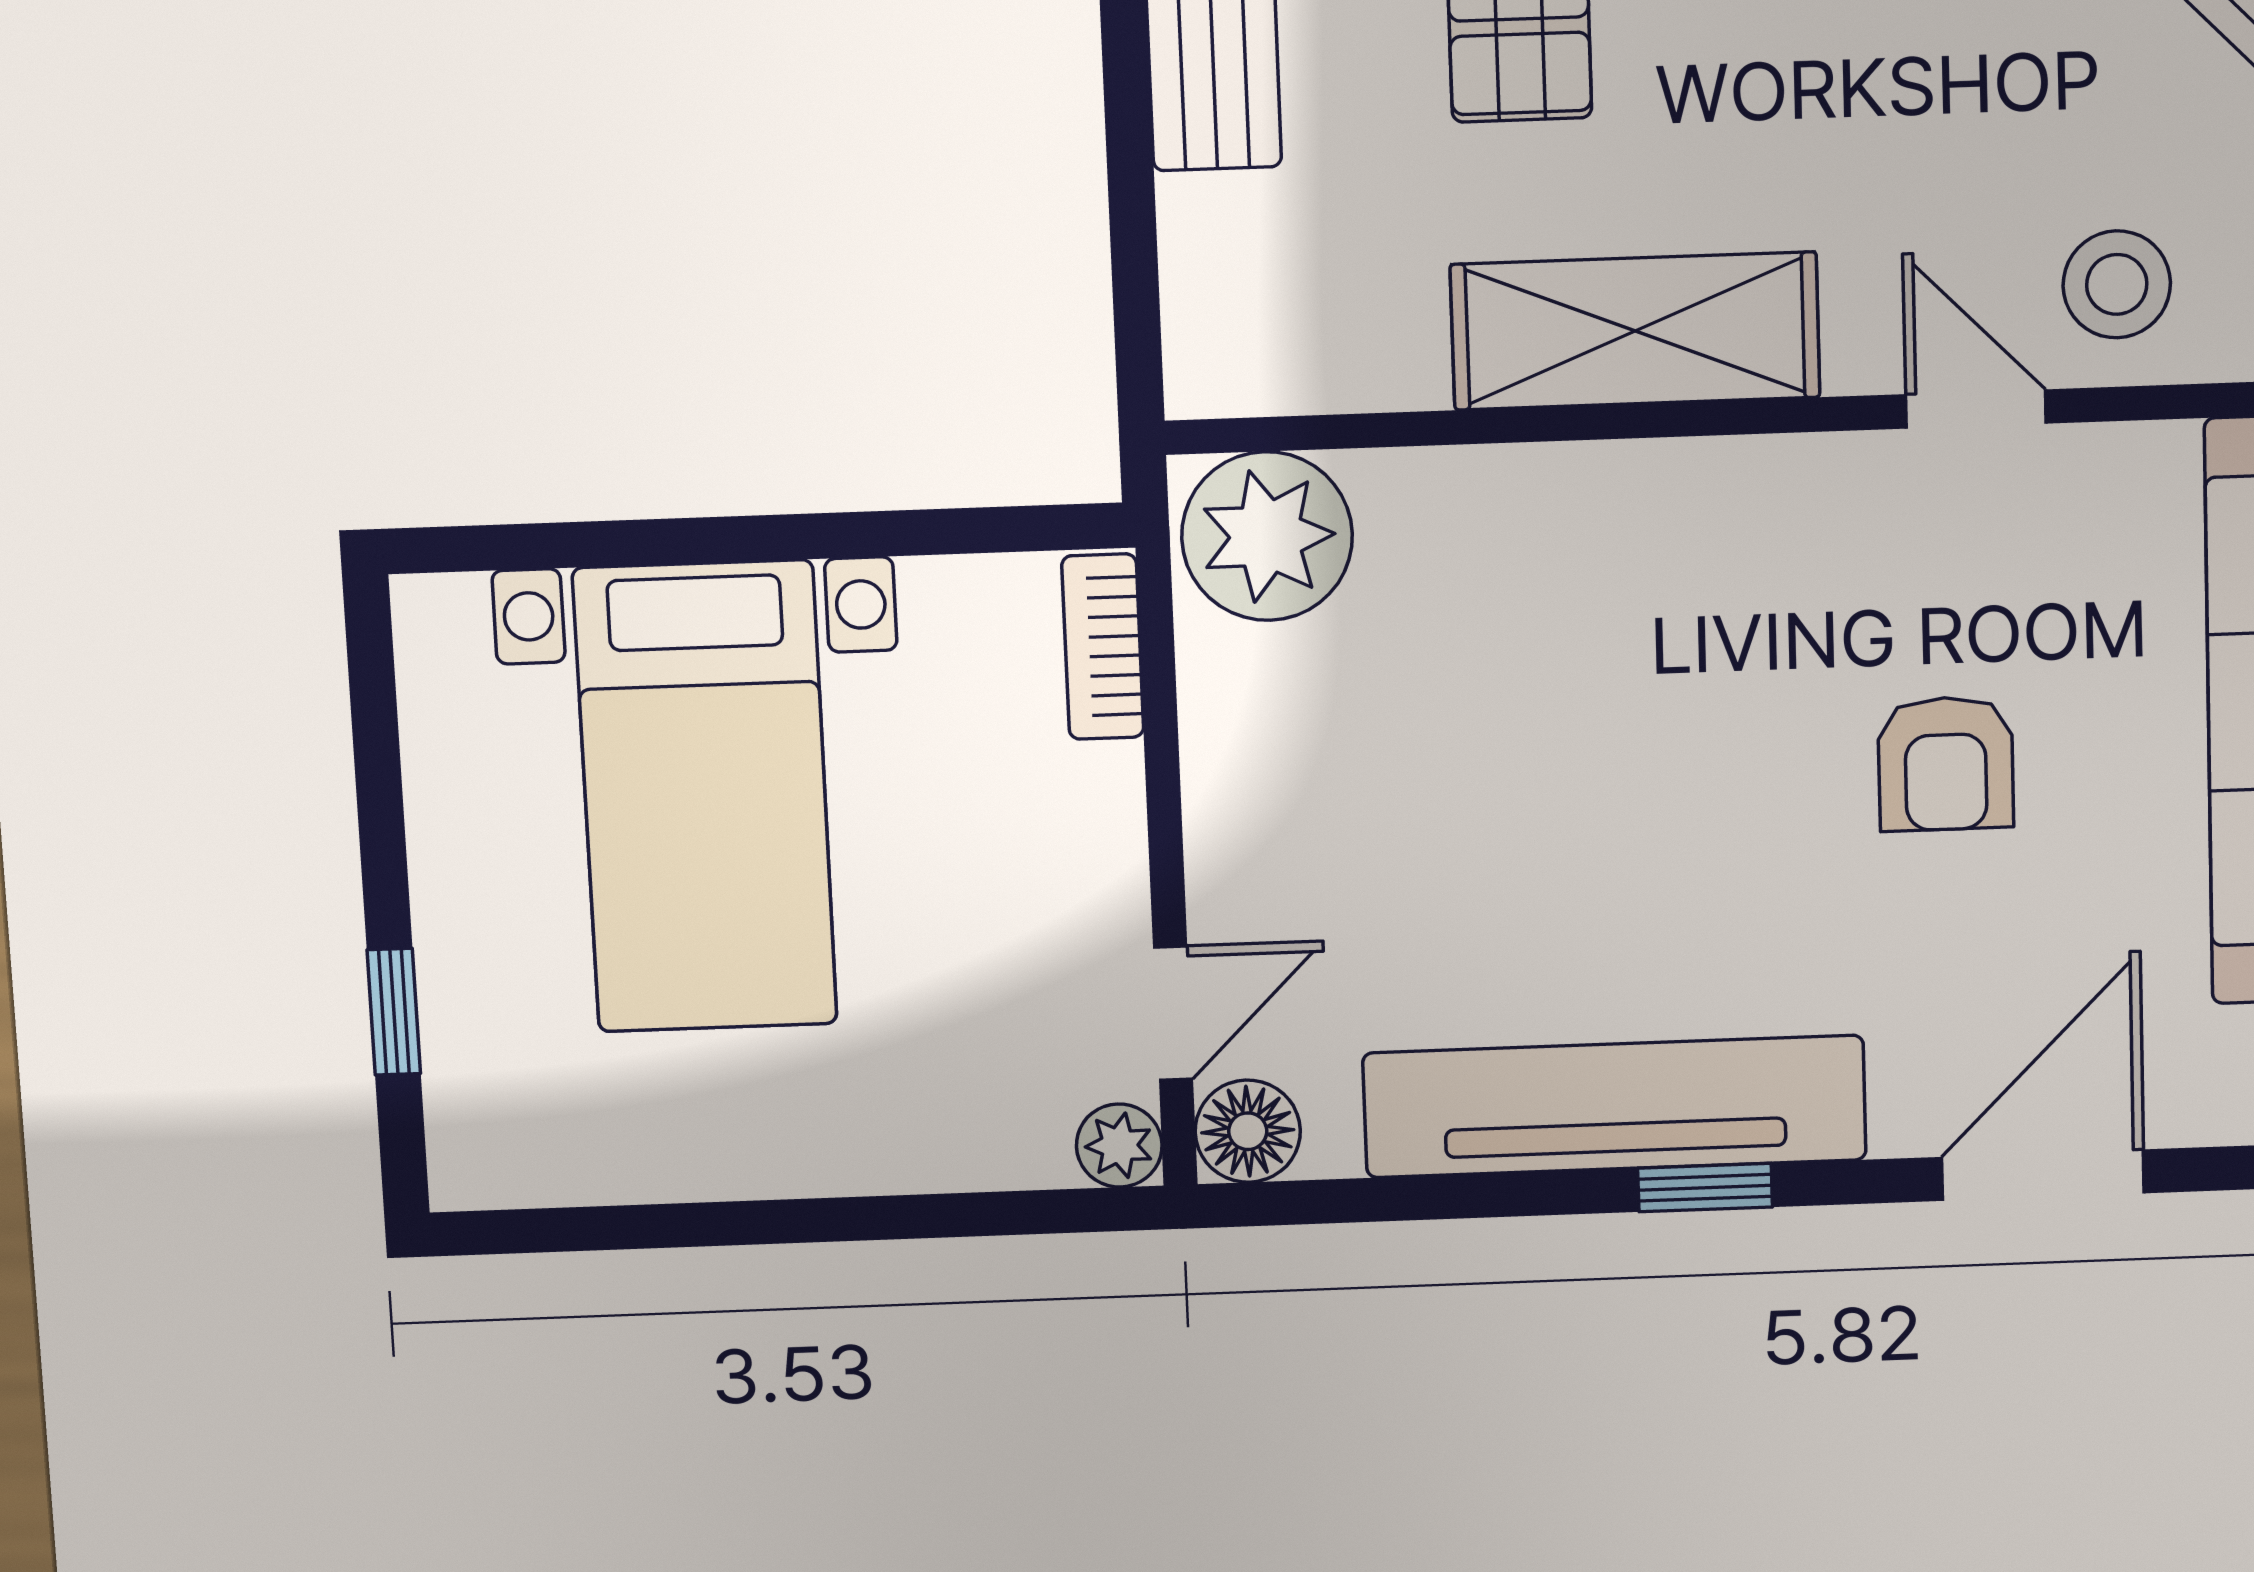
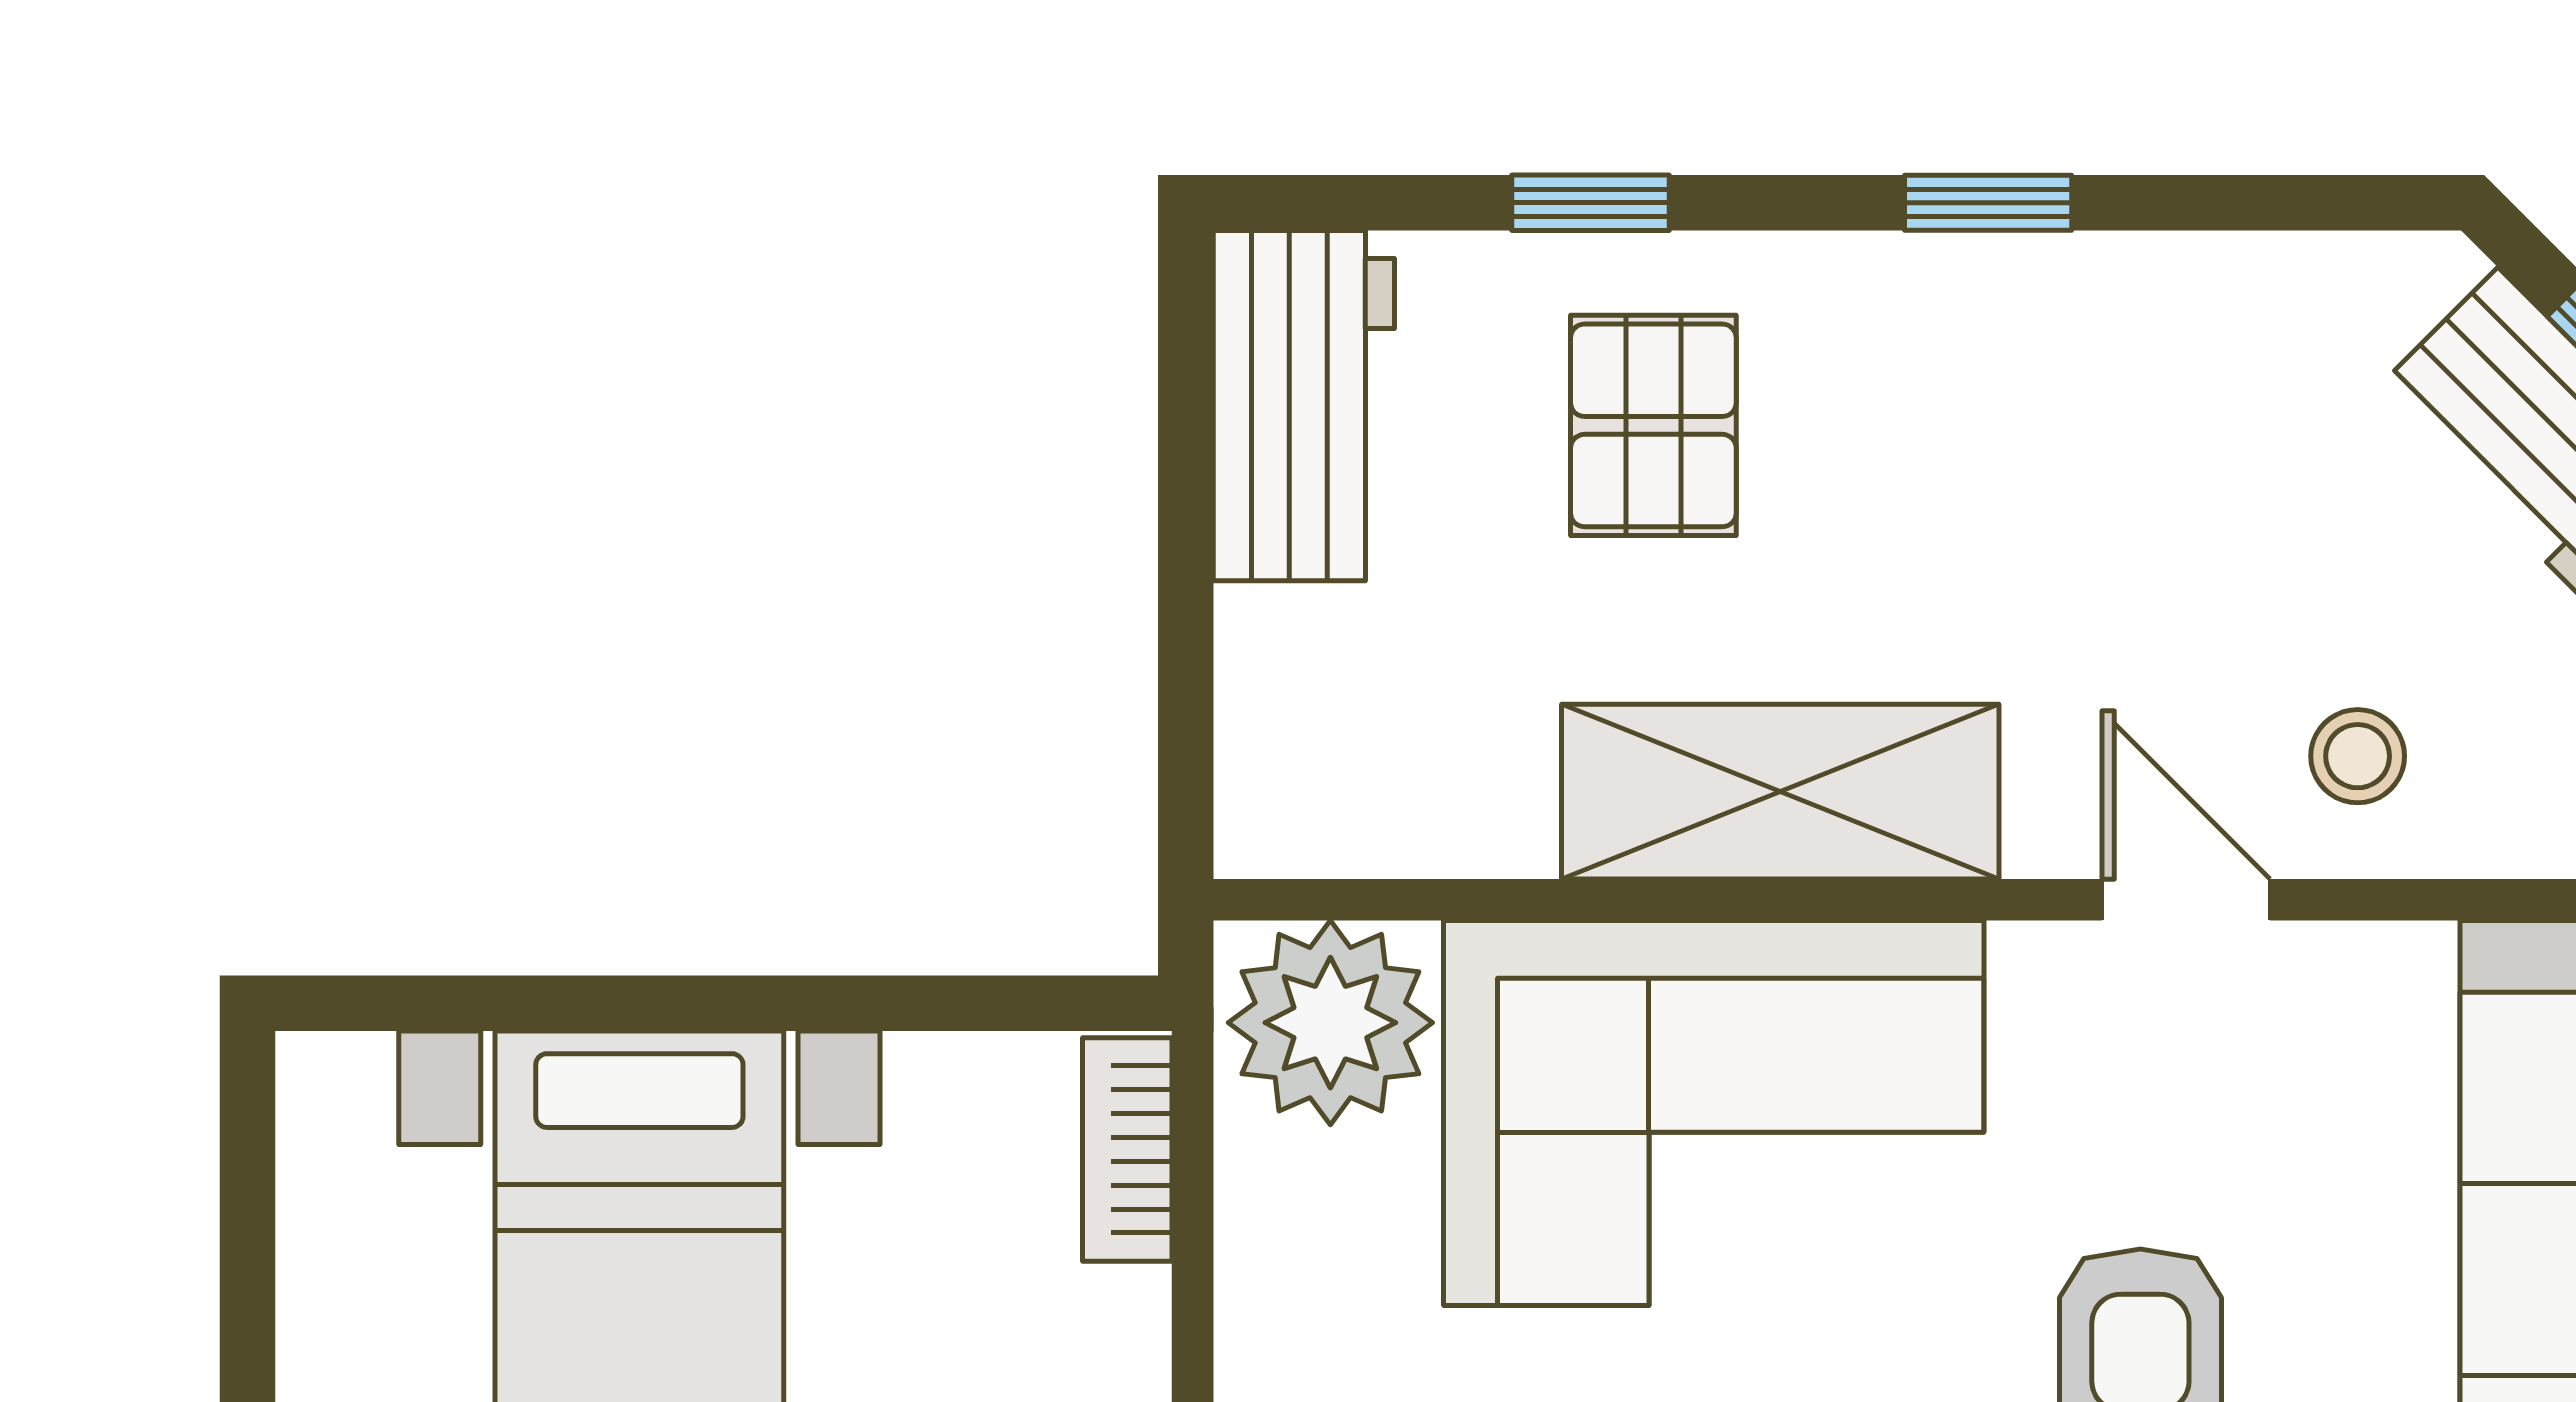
stool: (2117, 284) -> (2358, 756), width x0.73, depth x0.73
corner sofa: (1588, 599) -> (1714, 1113), added

